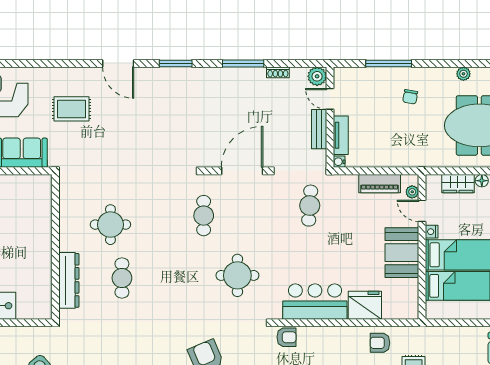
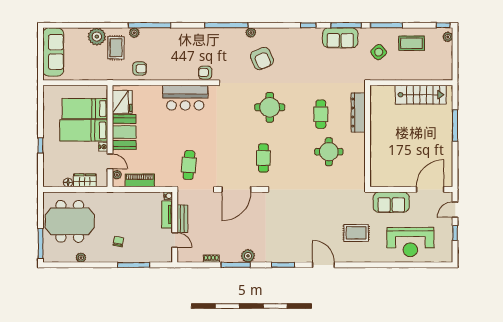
plant: (317, 76) -> (248, 256), moved
round table: (237, 275) -> (270, 107), moved
fridge: (365, 305) -> (122, 102), moved, turned -90

